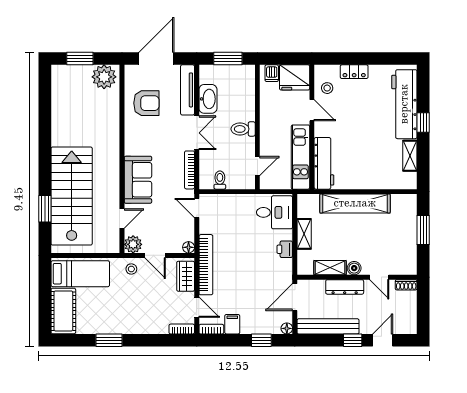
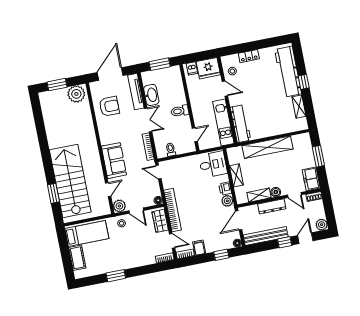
freezer: (407, 259) -> (311, 179), added
plant: (284, 267) -> (227, 201), added
cot: (63, 311) -> (77, 258), width x0.73, depth x0.75
plant: (409, 326) -> (322, 225), added

